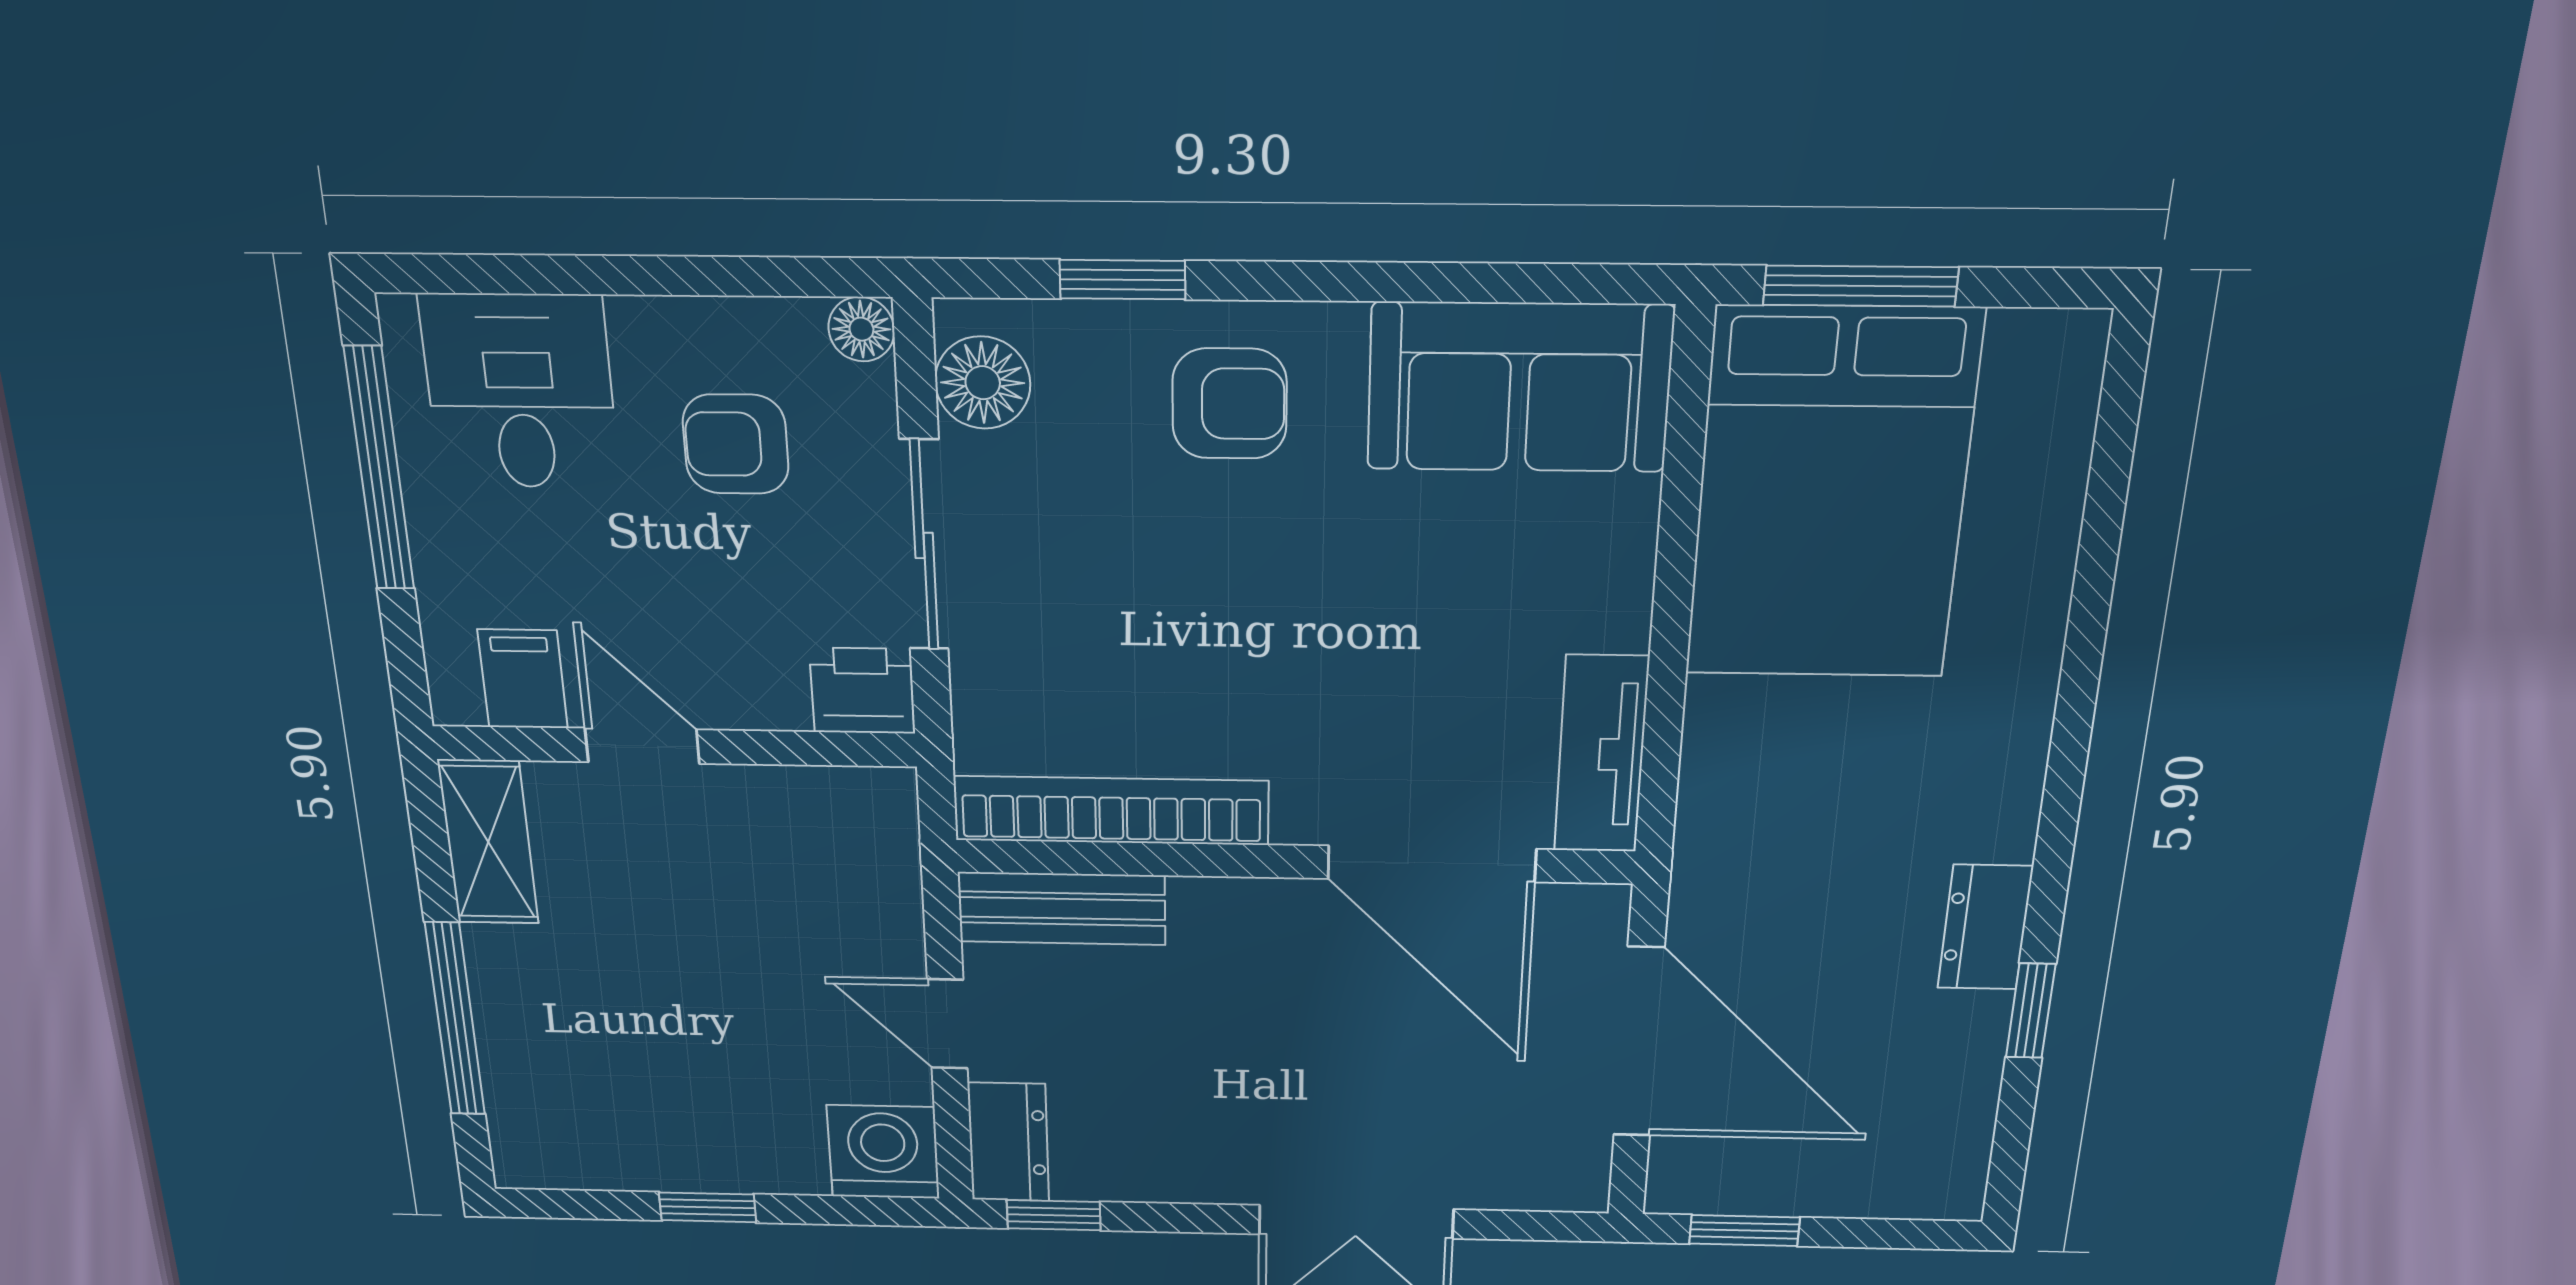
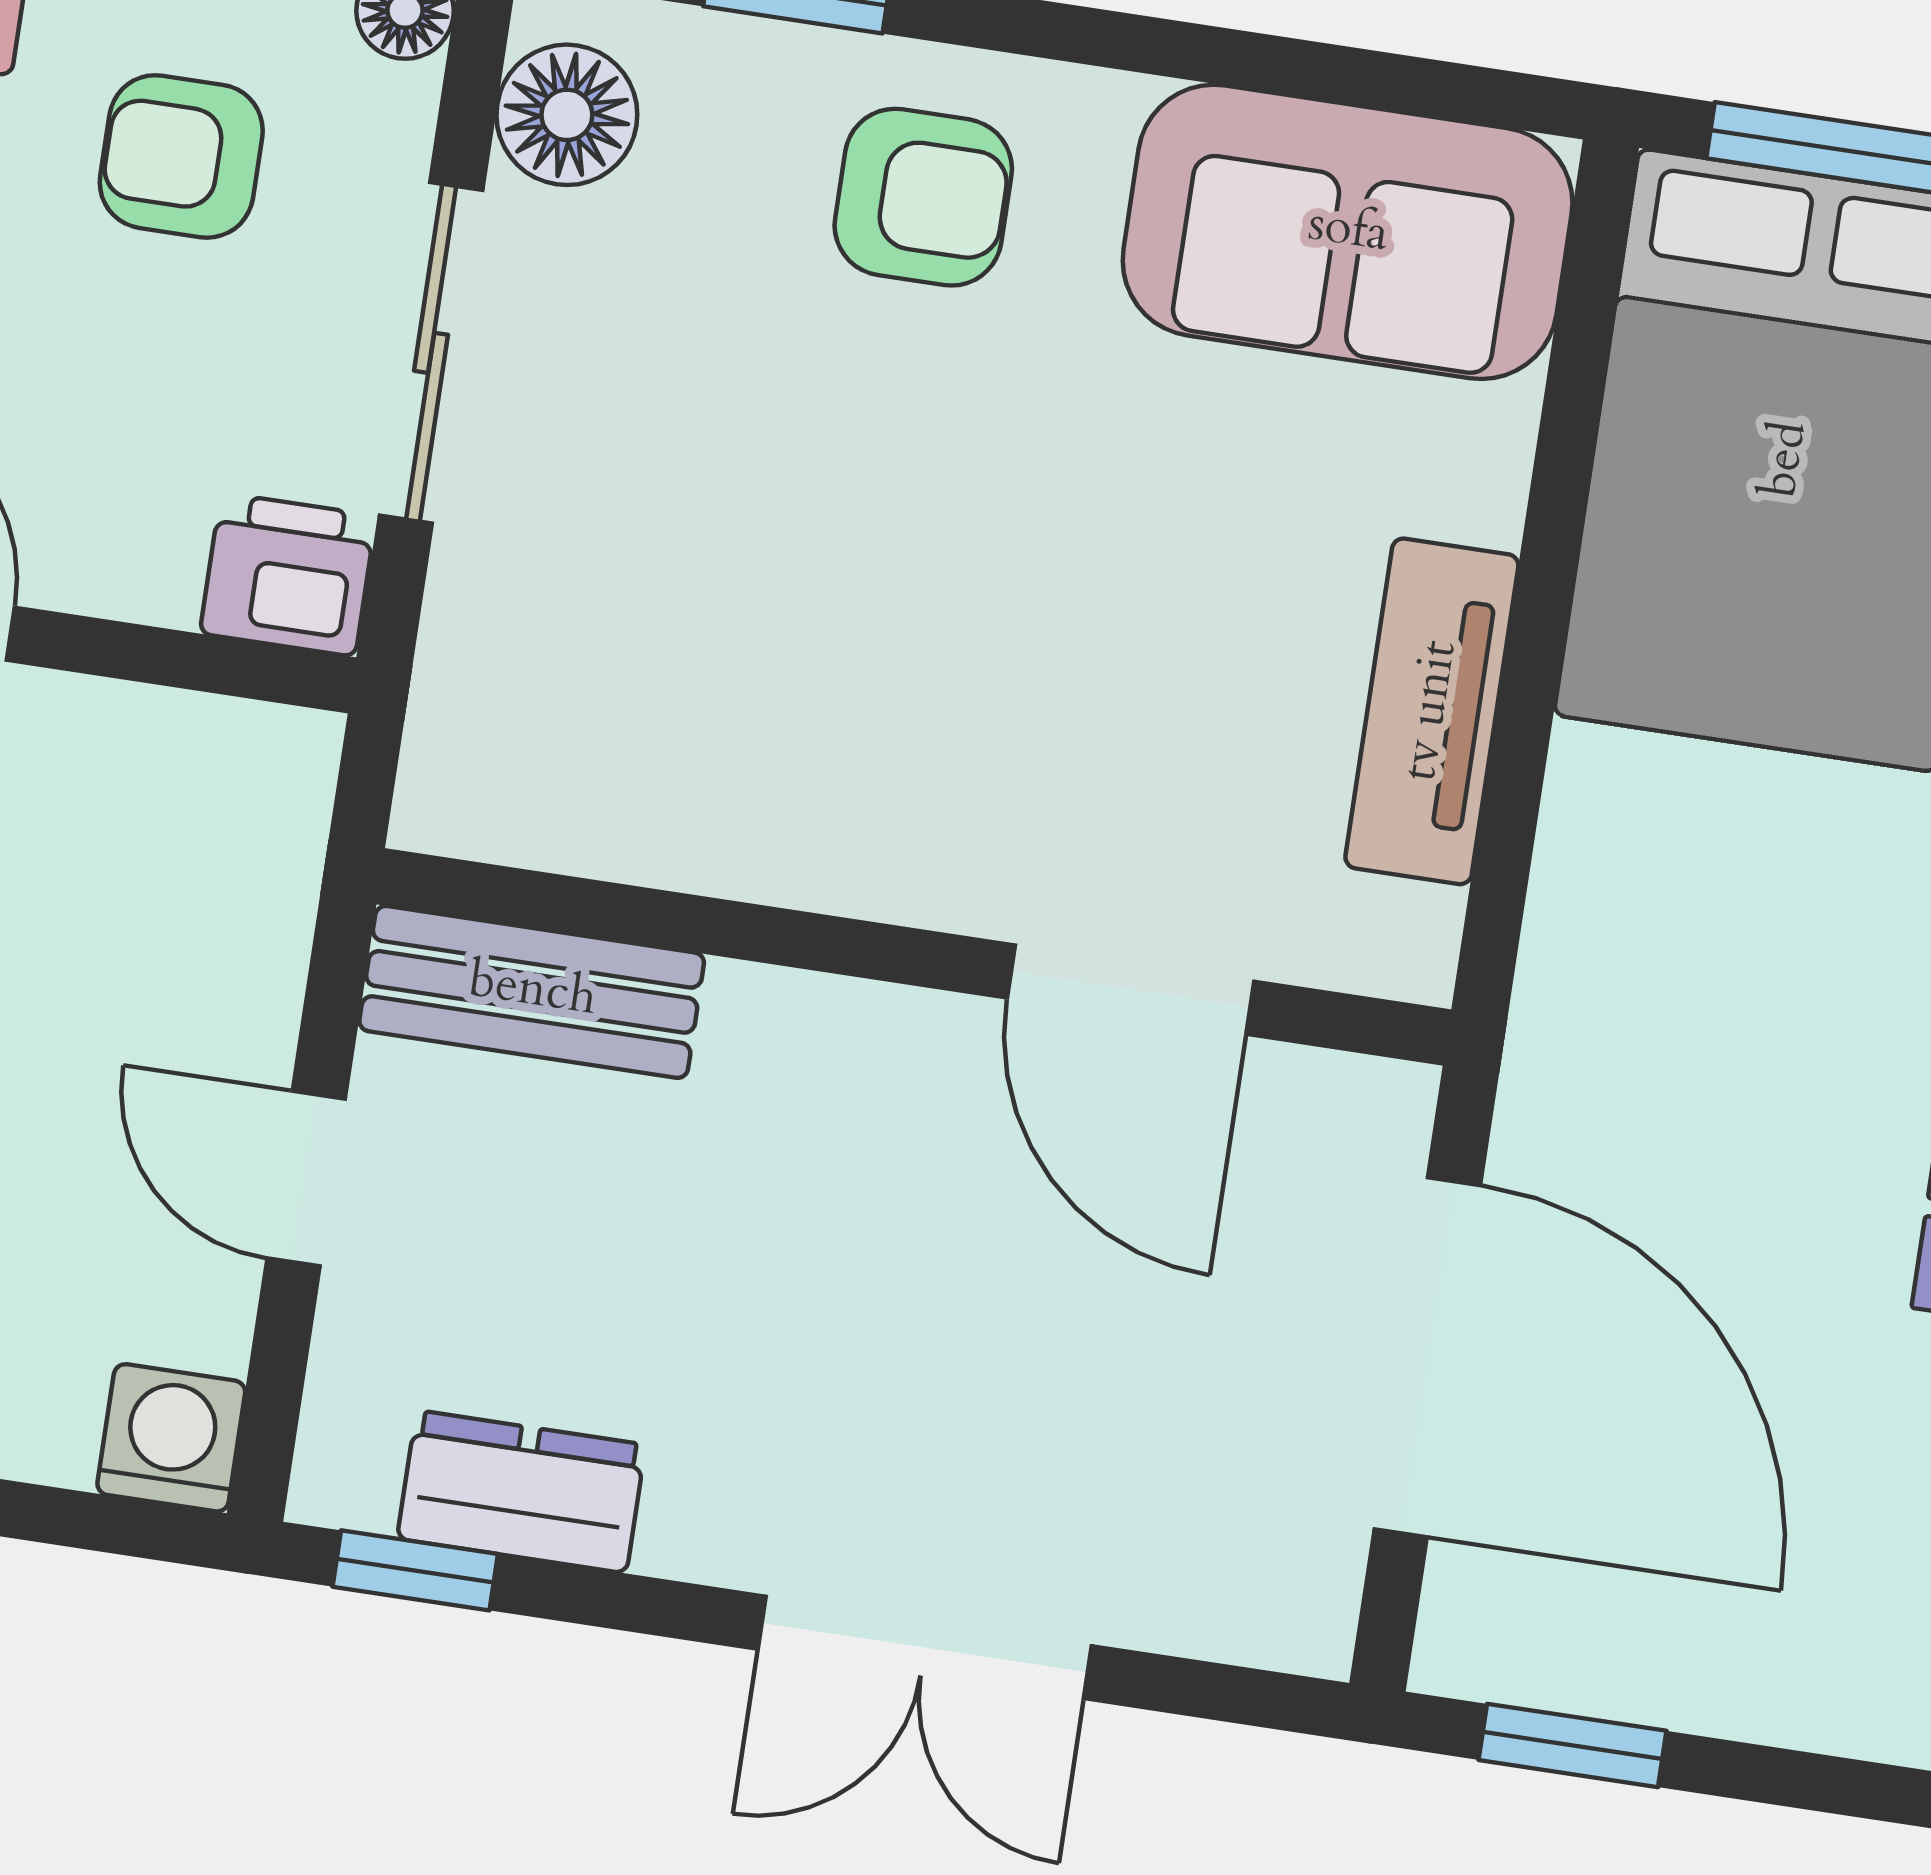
tv unit: (1601, 754) -> (1432, 711), moved
bookcase: (1111, 810) -> (639, 830), removed
door: (1432, 864) -> (1130, 990), width x0.73
dresser: (1008, 1142) -> (521, 1492), moved, turned -90
washing machine: (883, 1152) -> (171, 1438), width x0.73, depth x0.73

